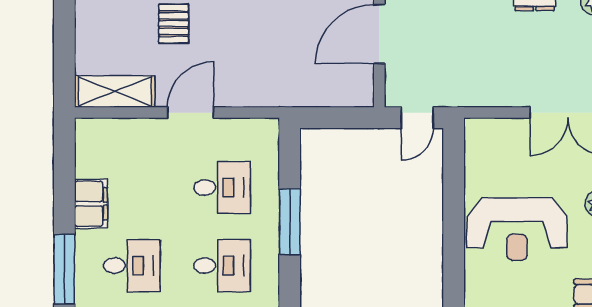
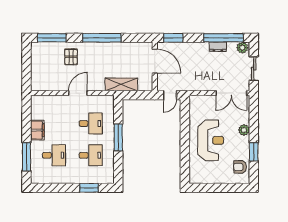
door: (379, 34) -> (155, 61), swing flipped
shelving: (115, 92) -> (121, 84), moved
reception desk: (517, 229) -> (211, 140), turned -90

